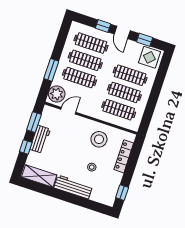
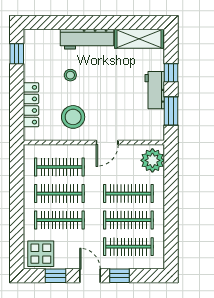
window: (51, 70) -> (171, 191), removed
door: (68, 111) -> (107, 142), moved

